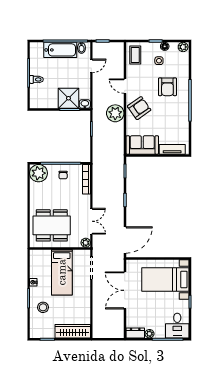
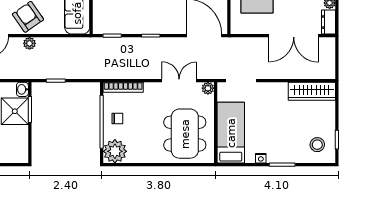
plant: (115, 113) -> (30, 43), width x0.53, depth x0.53
bed: (62, 272) -> (231, 133), moved, turned -90
double door: (125, 290) -> (294, 36), moved
stool: (43, 307) -> (317, 145), moved
wardrobe: (73, 331) -> (312, 91), moved, turned -90

